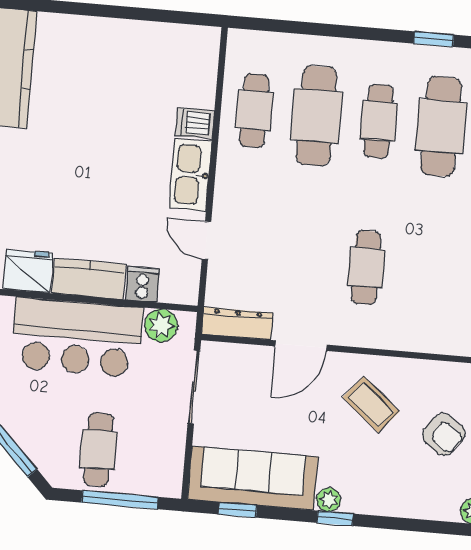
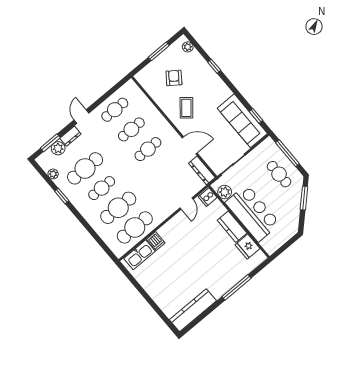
cafe table: (254, 110) -> (135, 227), width x1.37, depth x1.35
kitchen sink: (190, 175) -> (139, 255), moved
cafe table: (428, 273) -> (131, 129), added
cooker: (142, 284) -> (208, 197), moved
cafe table: (98, 450) -> (279, 174), turned 90
plant: (329, 500) -> (227, 92), removed
window: (335, 518) -> (214, 66), moved

